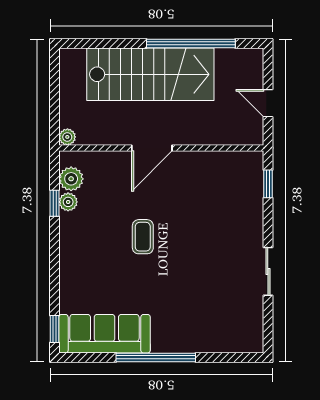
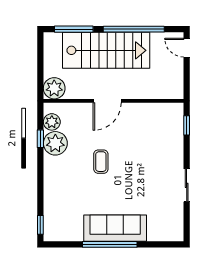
window: (103, 43) -> (74, 29), added
door: (268, 103) -> (187, 48), moved
plant: (67, 137) -> (54, 88), width x1.88, depth x1.88
plant: (68, 202) -> (55, 143), width x1.87, depth x1.87
sofa: (104, 334) -> (115, 228), moved

